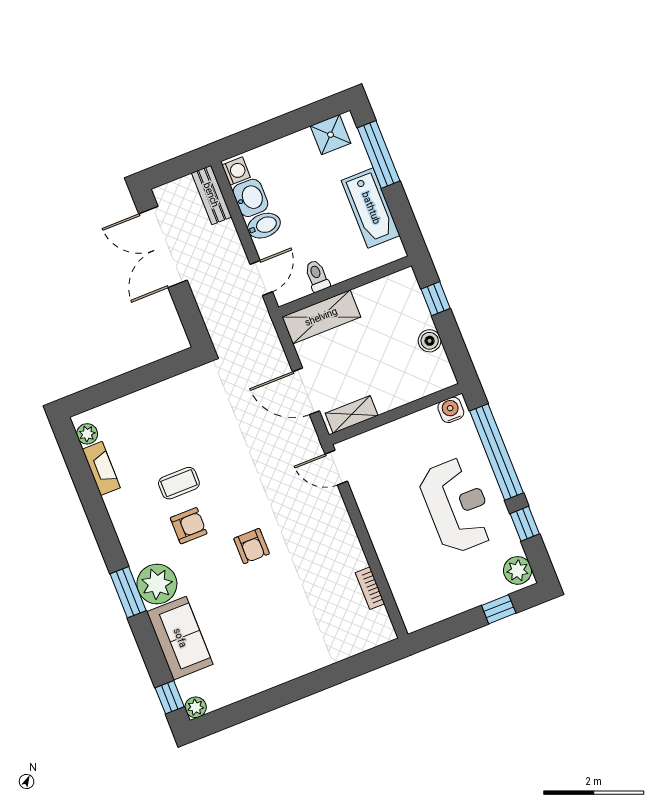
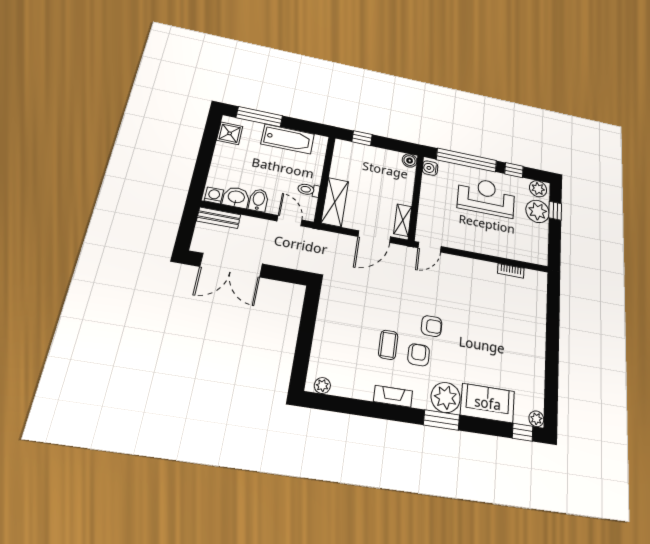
boiler: (430, 341) -> (410, 161), moved
fireplace: (101, 468) -> (393, 396), moved
armchair: (252, 546) -> (431, 326), moved
plant: (481, 585) -> (538, 211), added

